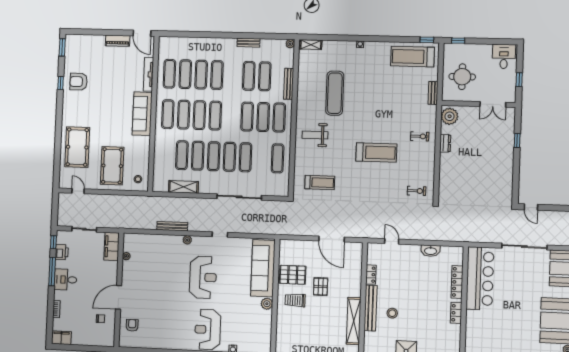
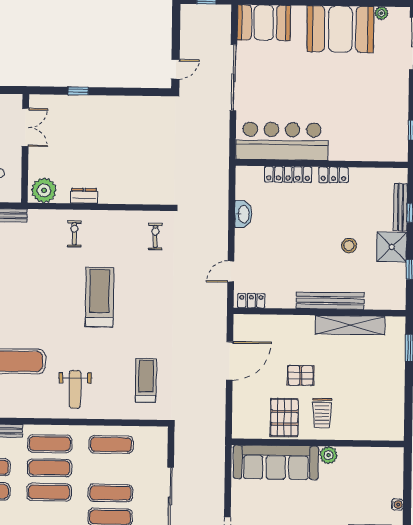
locker: (371, 275) -> (251, 301), moved
stool: (392, 313) -> (349, 246), moved

